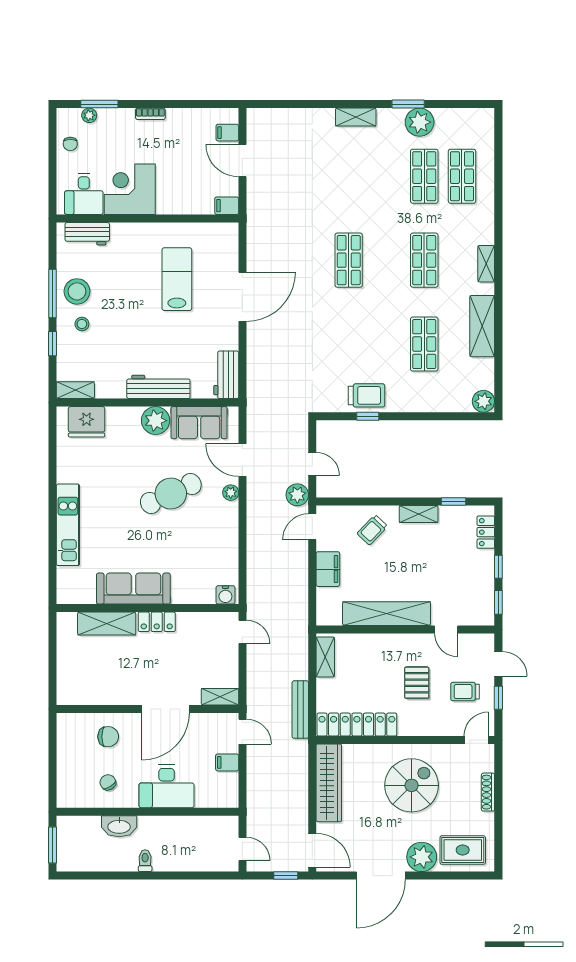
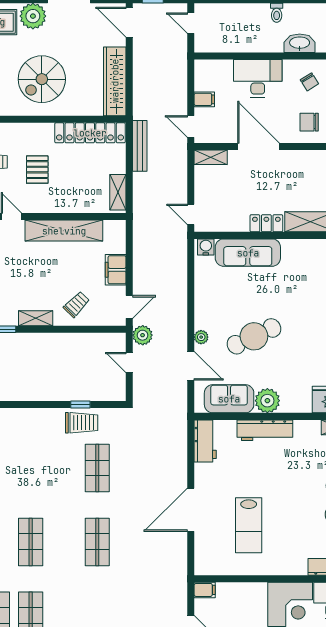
shop shelf: (424, 344) -> (97, 468), moved
trolley: (366, 395) -> (82, 423), turned 180
sofa: (133, 589) -> (248, 253), moved
door: (166, 709) -> (259, 147), hinge flipped

